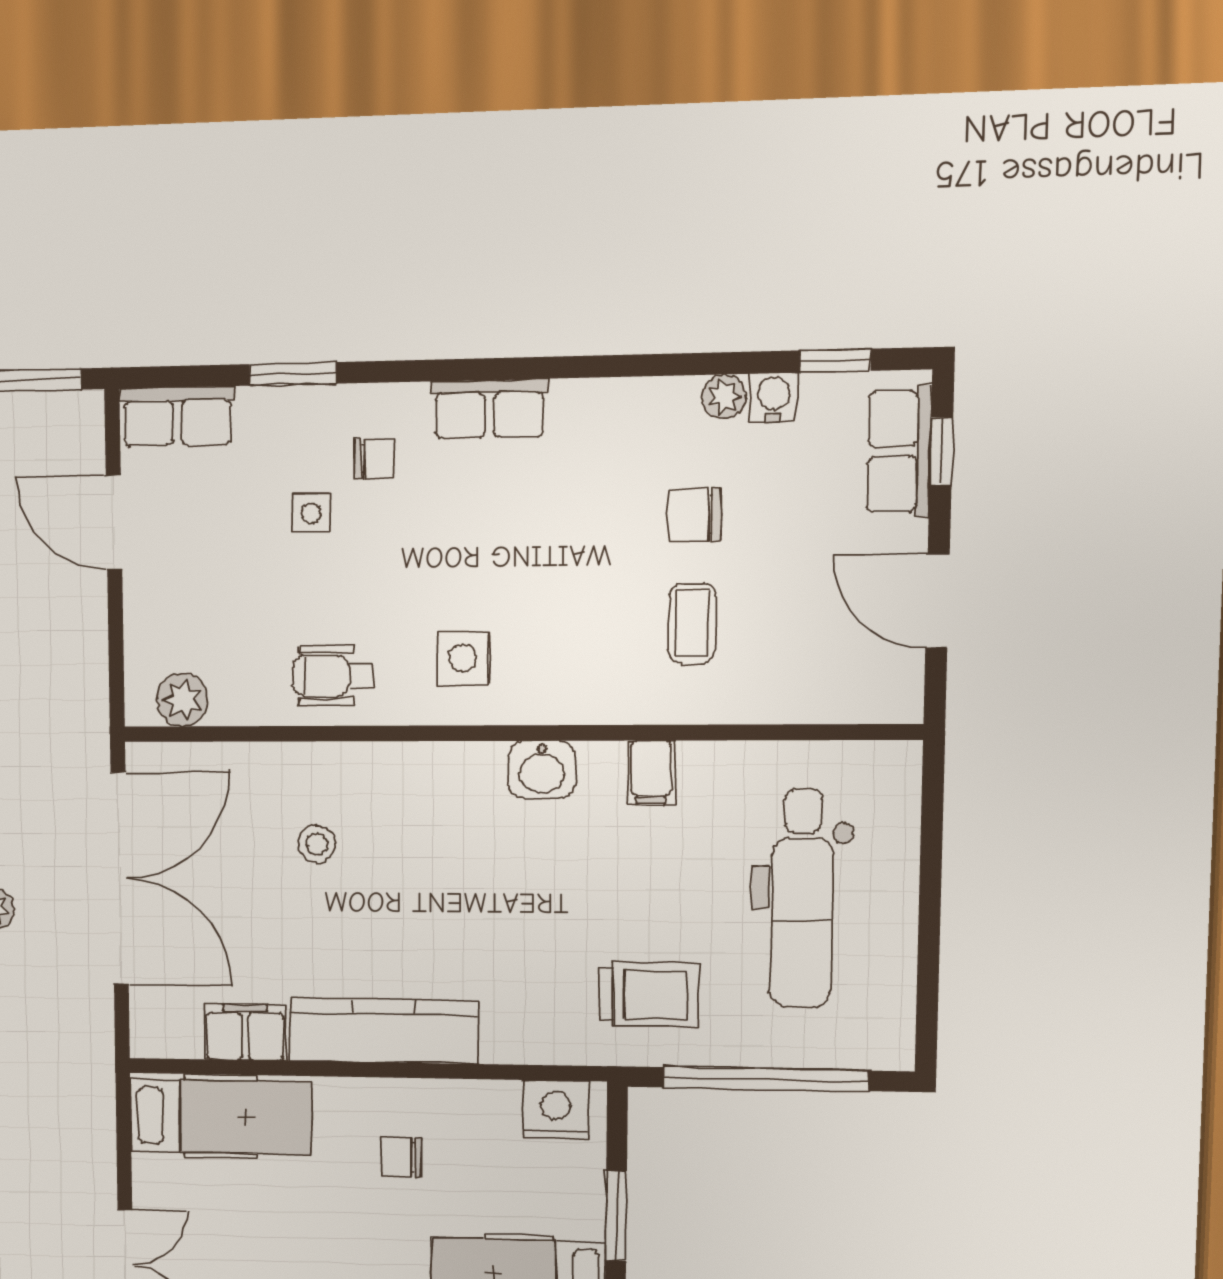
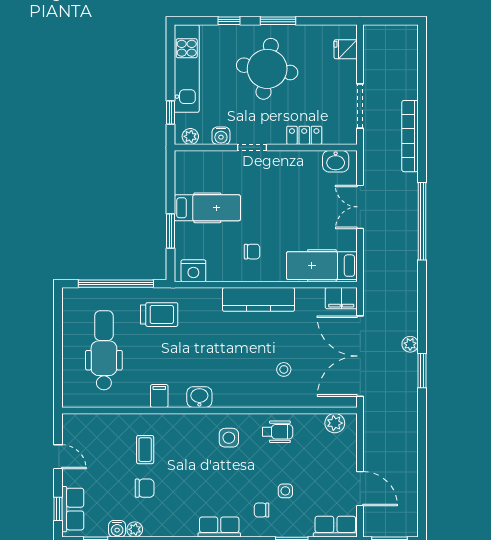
door: (937, 601) -> (58, 457), width x0.73
trolley: (649, 994) -> (159, 315), turned 180
filing cabinet: (245, 1032) -> (341, 298), moved

